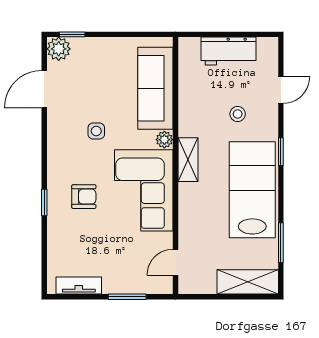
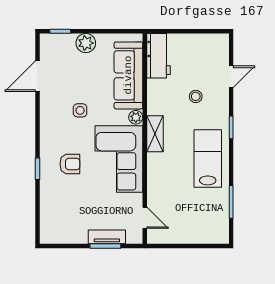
plant: (59, 49) -> (86, 43), moved
workbench: (228, 51) -> (159, 56), moved, turned -90
lab bench: (252, 190) -> (208, 158), width x0.73, depth x0.72
door: (175, 262) -> (145, 218), swing flipped
shelving: (248, 282) -> (204, 234), removed
tv unit: (79, 286) -> (107, 237), moved

